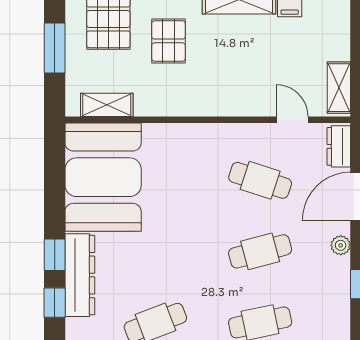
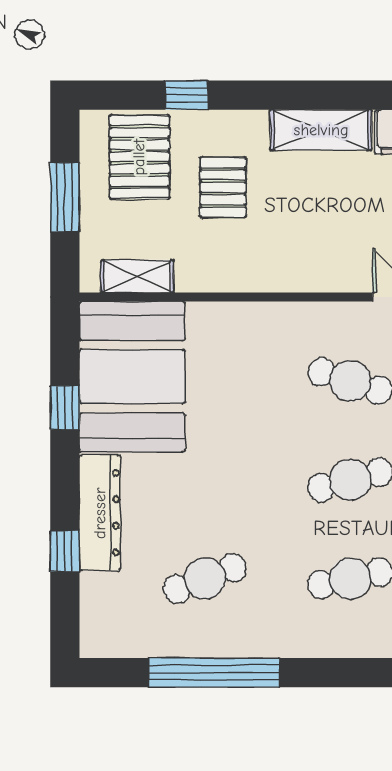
window: (55, 255) -> (65, 408), moved

